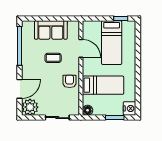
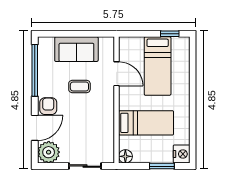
armchair: (70, 81) -> (48, 106), moved

